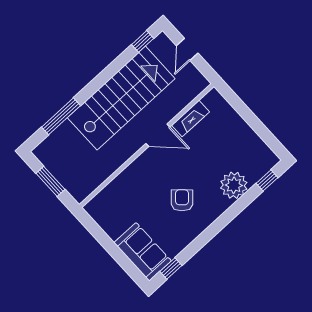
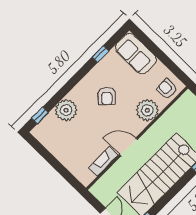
plant: (132, 180) -> (147, 110), added
armchair: (106, 206) -> (167, 89), added
window: (171, 268) -> (100, 54), moved

